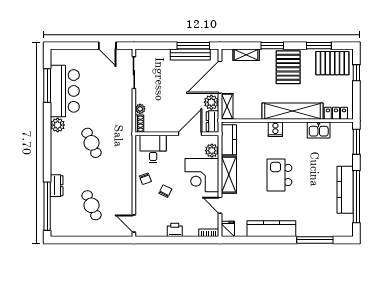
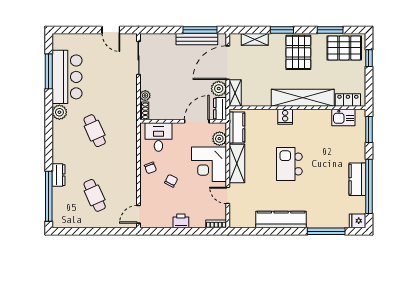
kitchen sink: (319, 130) -> (343, 117), moved
kitchen counter: (345, 190) -> (357, 179), width x0.67
door: (134, 224) -> (139, 214), hinge flipped
fridge: (228, 229) -> (357, 221), moved, turned -90

